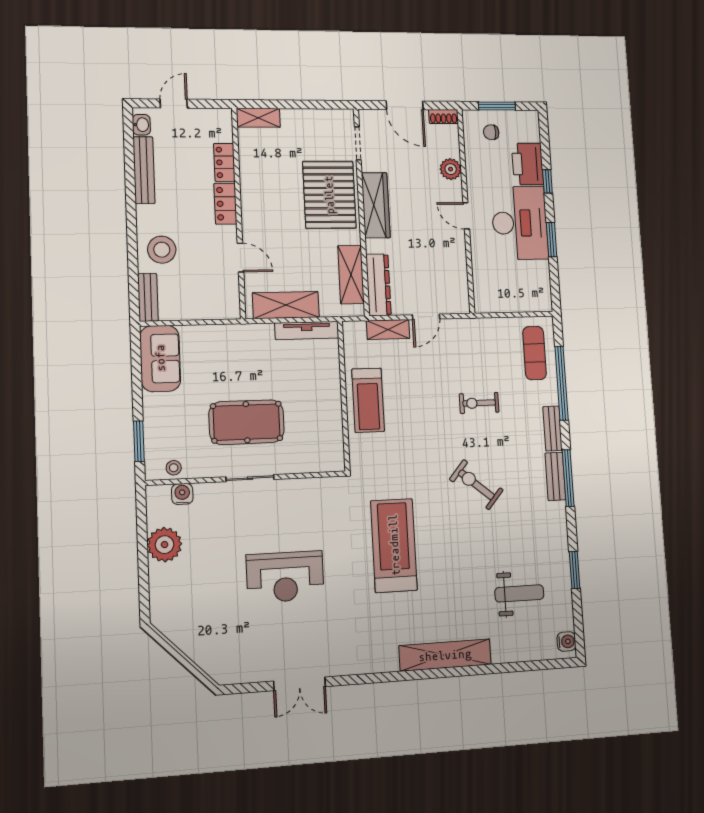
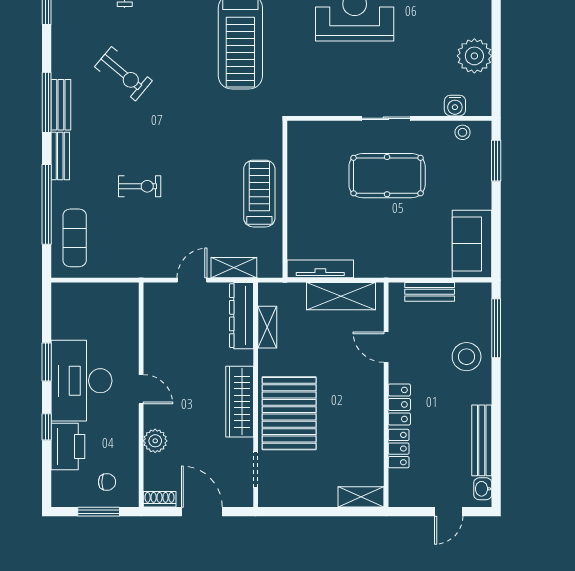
shelving: (351, 275) -> (267, 327), width x0.67, depth x0.75
window: (133, 277) -> (496, 328), added
bench: (148, 297) -> (430, 292), moved, turned 90
exercise bike: (476, 485) -> (123, 74), moved

